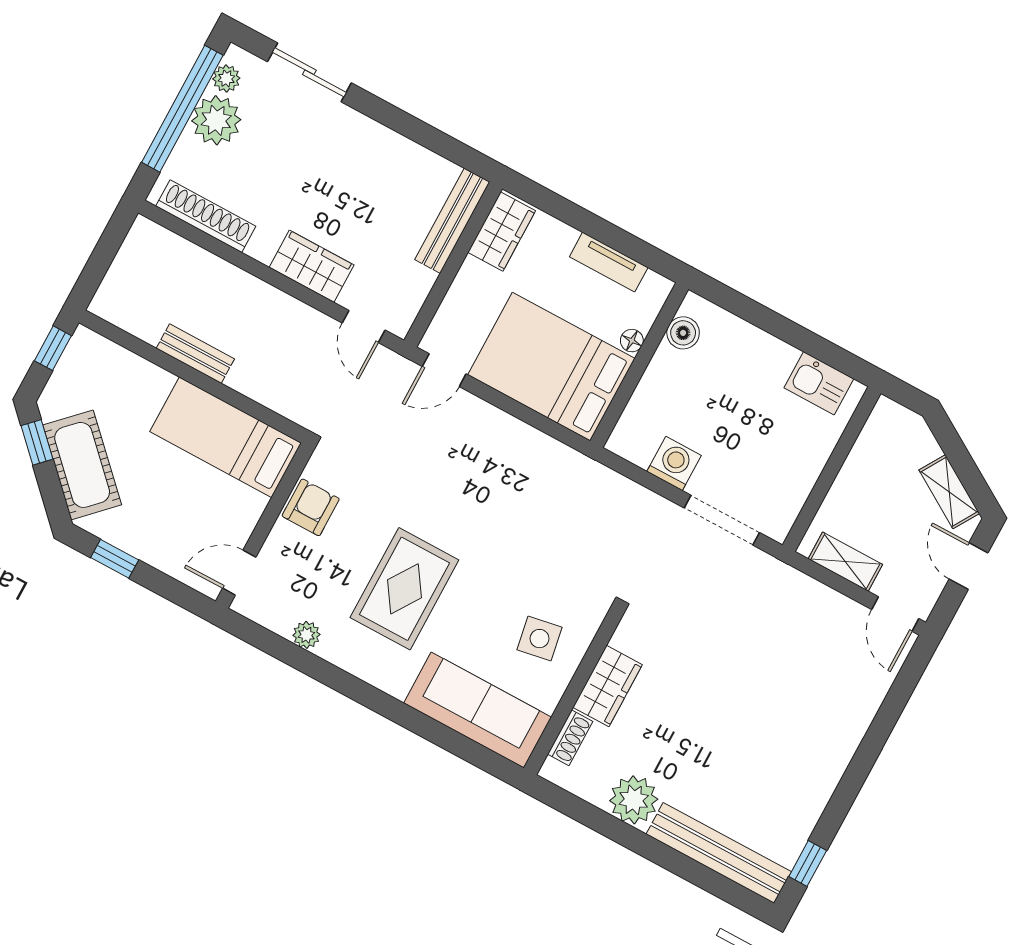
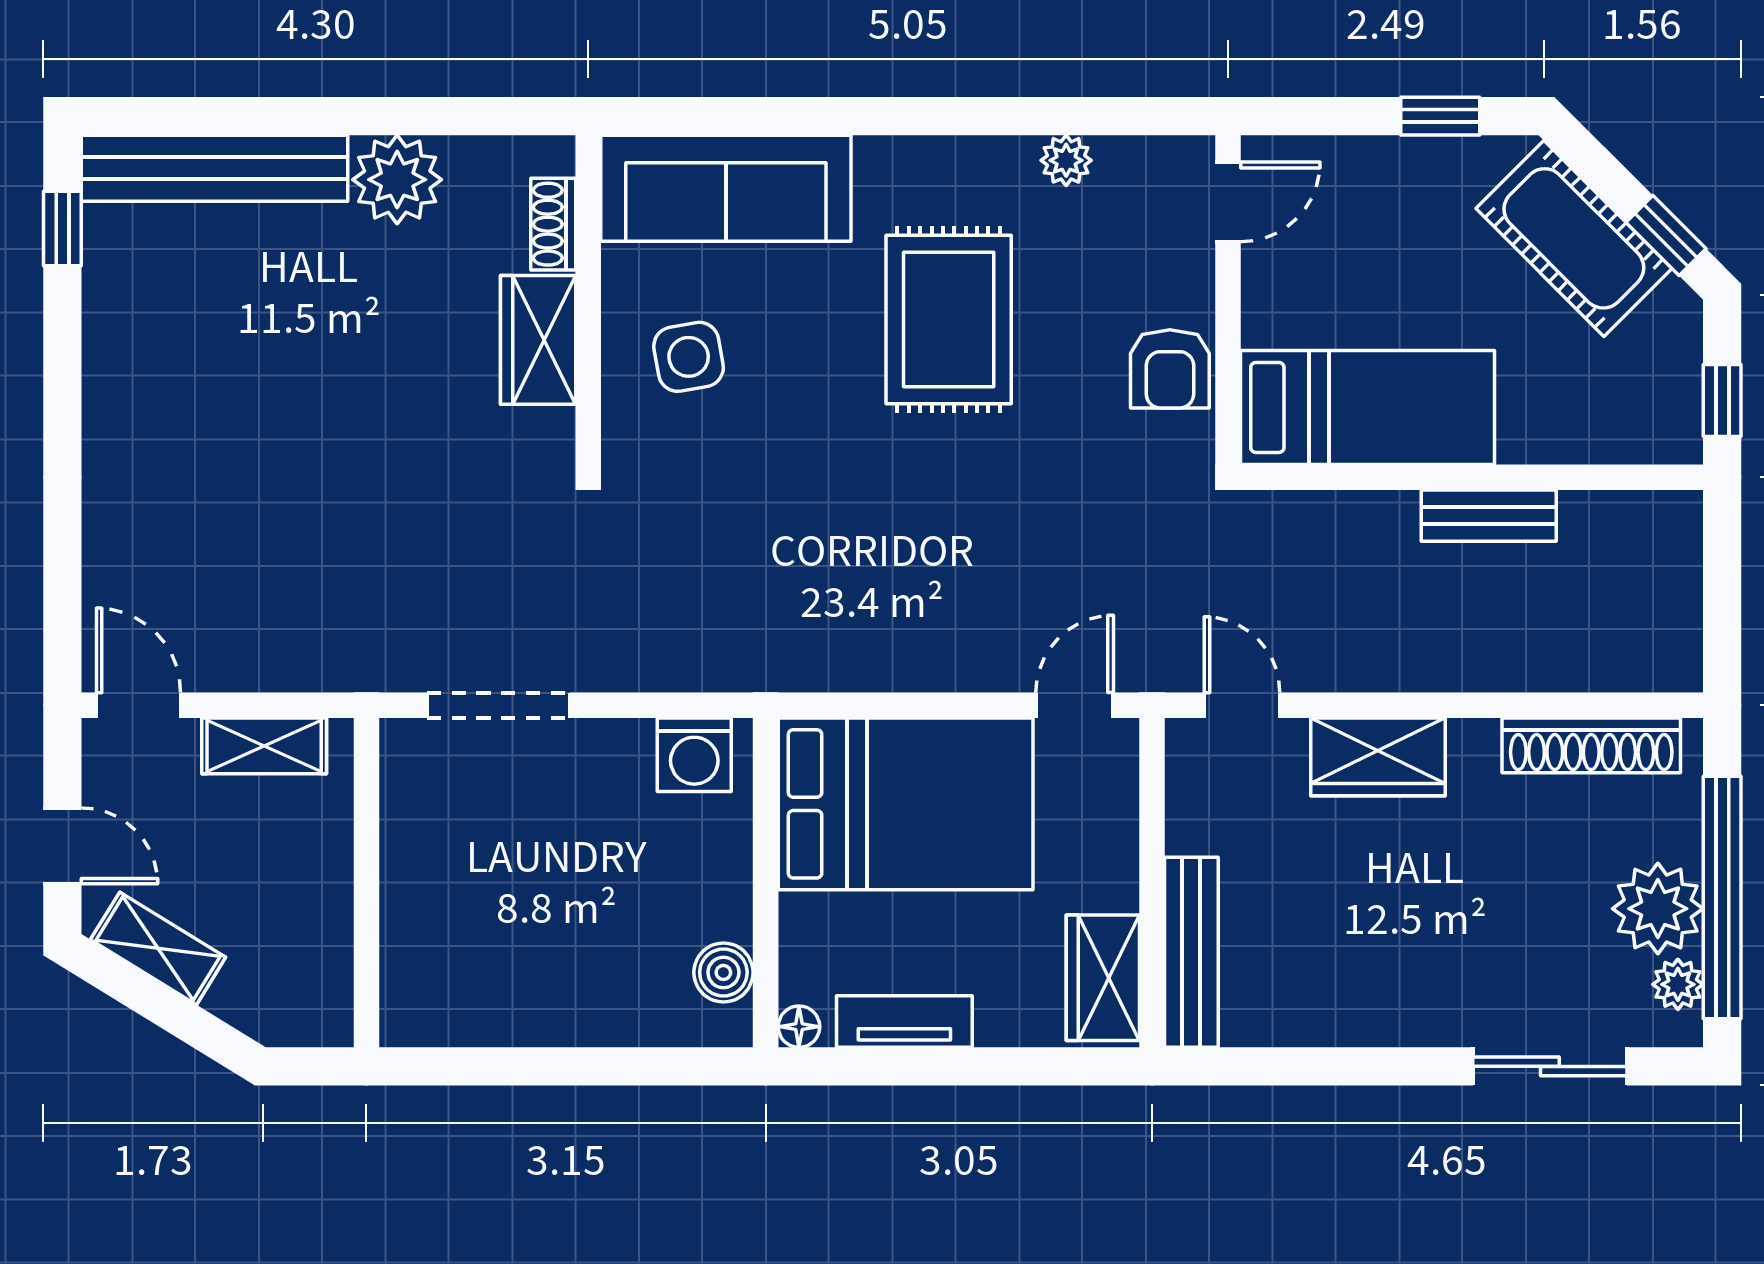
floor lamp: (632, 341) -> (799, 1027), moved
kitchen sink: (819, 383) -> (462, 1010), removed
washing machine: (674, 463) -> (694, 755), moved

